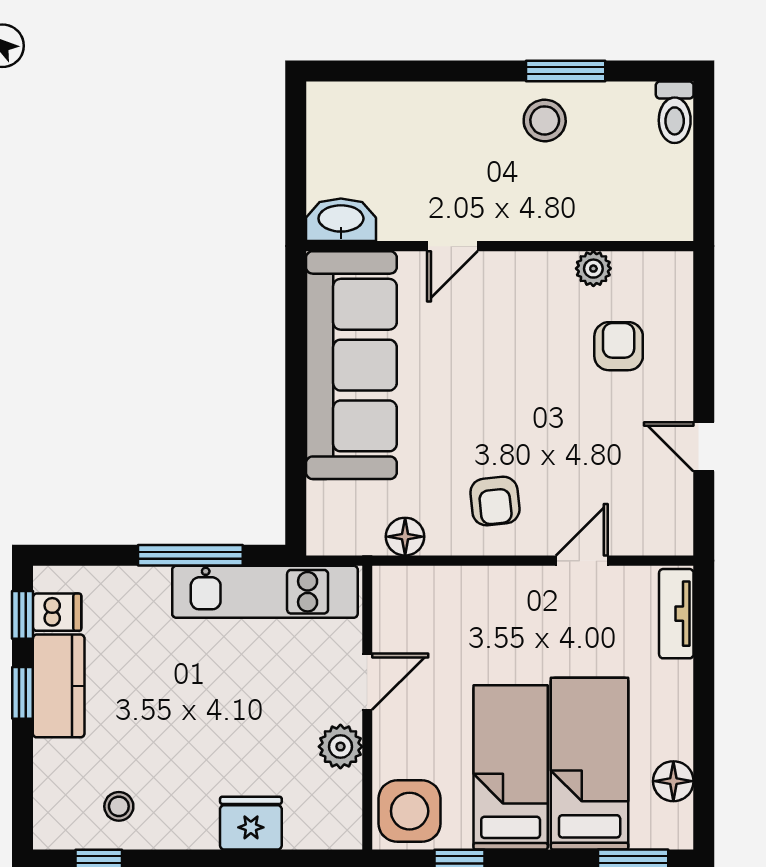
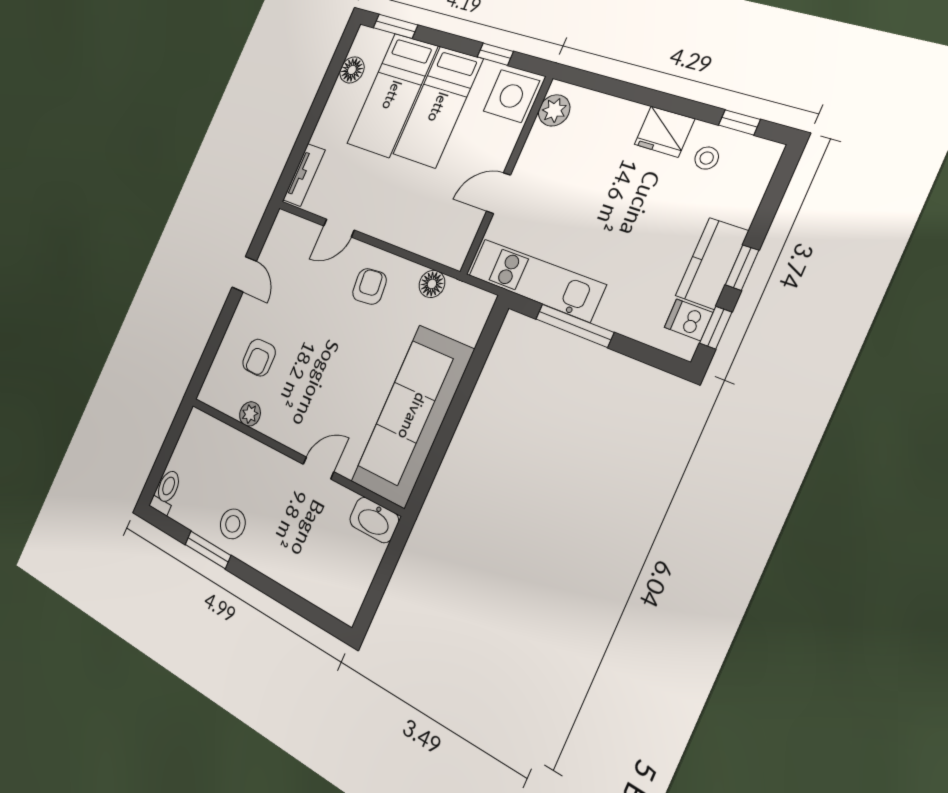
plant: (340, 747) -> (554, 110), moved
fridge: (251, 823) -> (664, 132), moved

